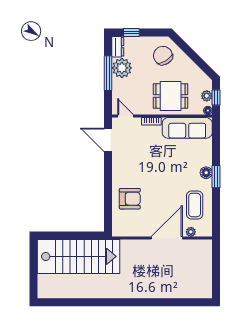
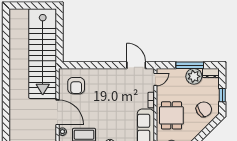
window: (131, 33) -> (222, 95), moved
door: (108, 140) -> (136, 65), hinge flipped
armchair: (130, 199) -> (76, 86), moved
stairs: (79, 256) -> (43, 54), width x1.36

